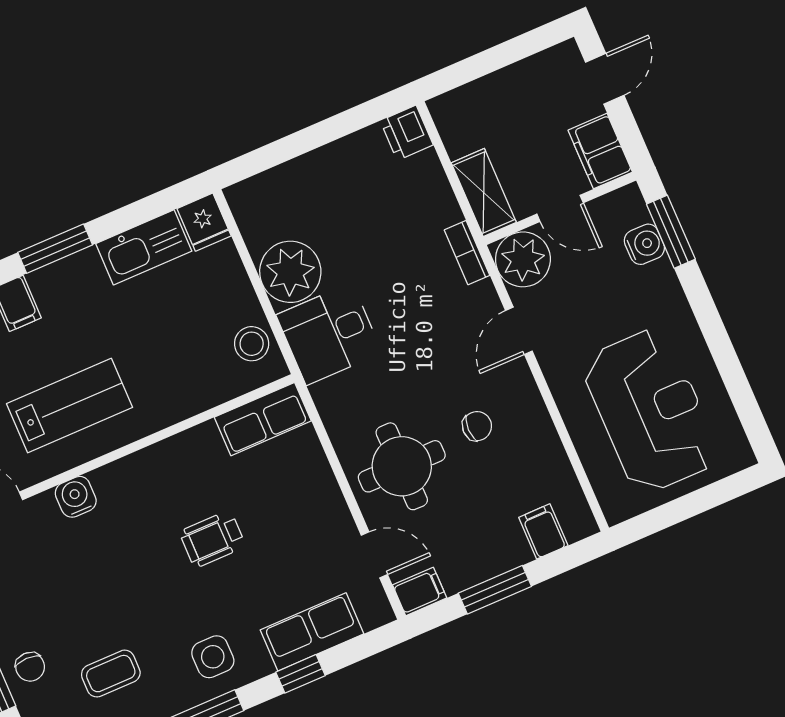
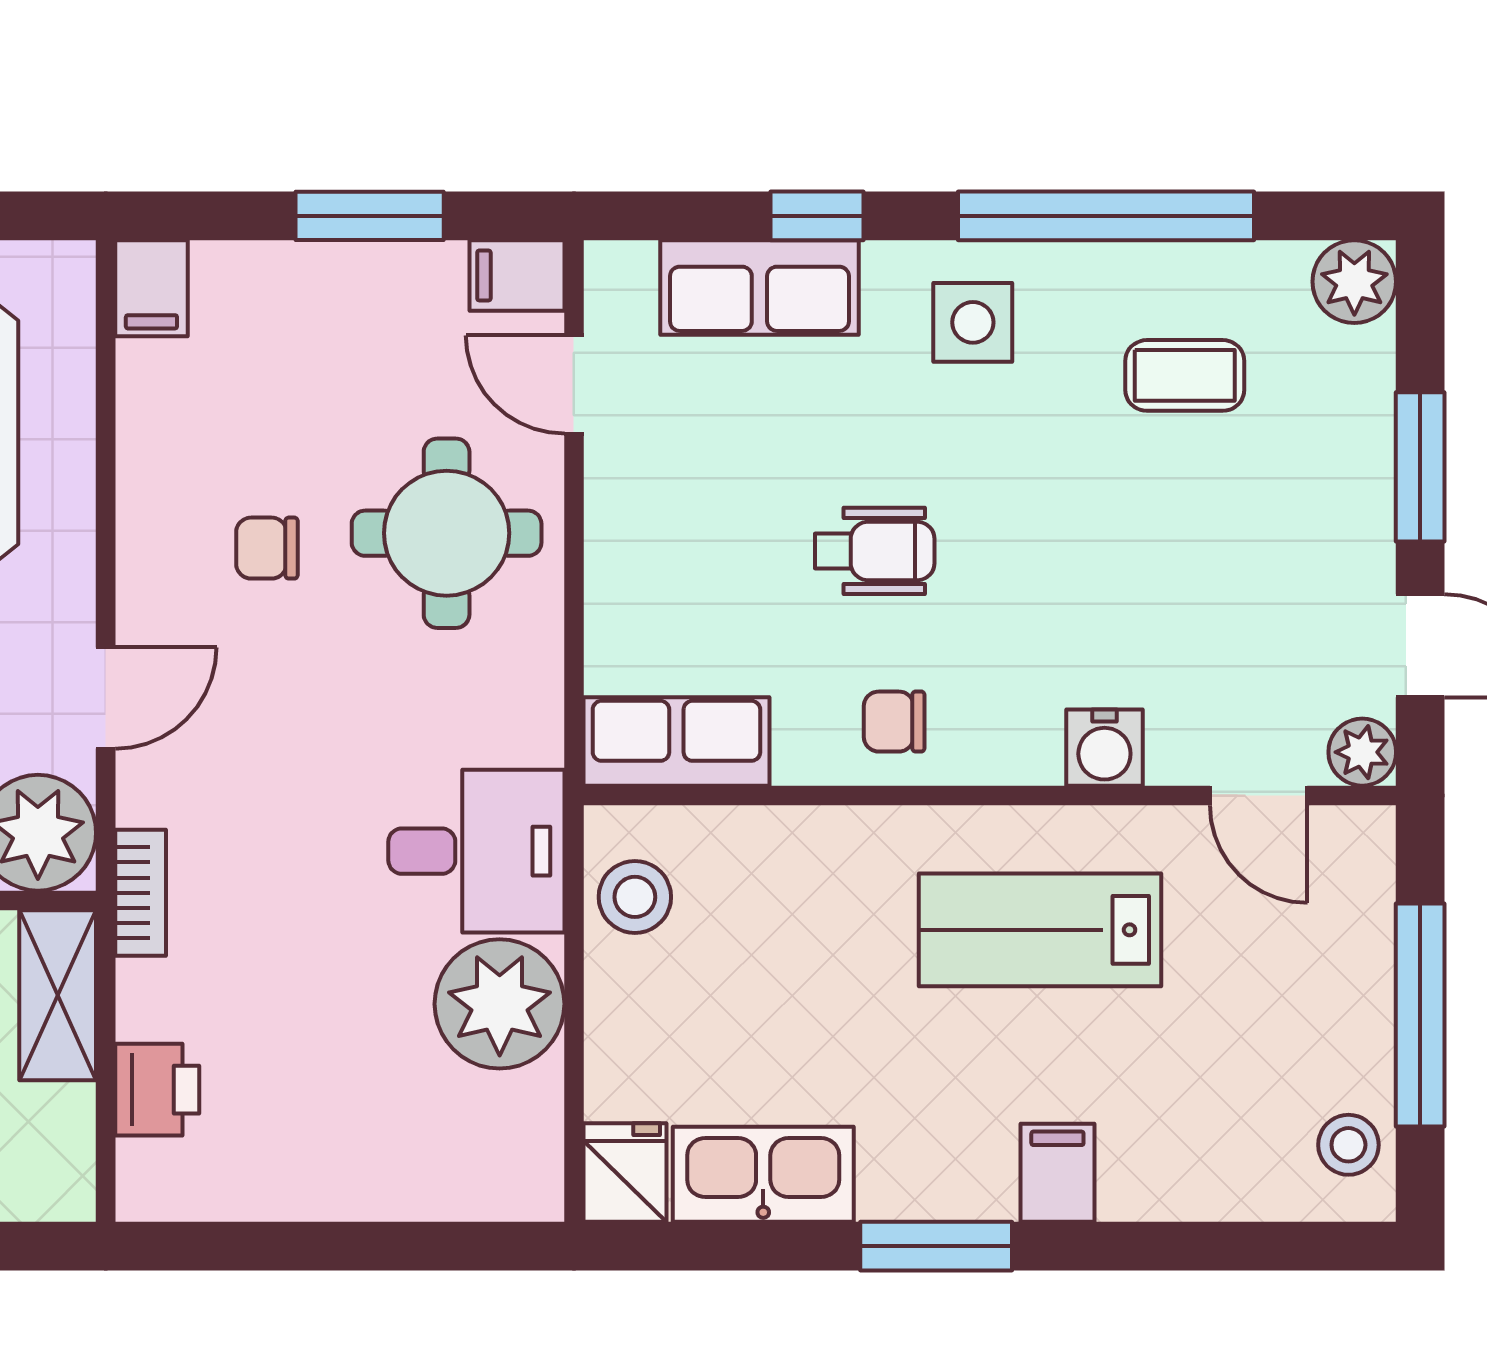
printer: (407, 133) -> (157, 1090), moved
filing cabinet: (543, 531) -> (151, 288), moved
chair: (30, 667) -> (894, 722), moved, turned -90

